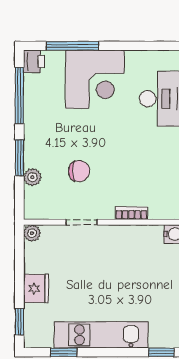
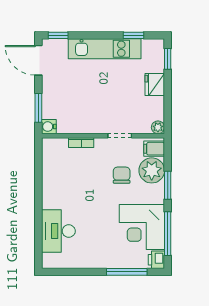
corner desk: (95, 79) -> (142, 227), moved, turned -90
chair: (79, 171) -> (122, 175), turned 90
plant: (32, 177) -> (152, 170), width x1.88, depth x1.88
filing cabinet: (37, 205) -> (154, 149), added

